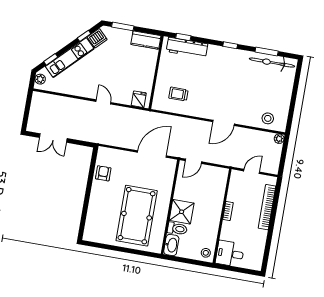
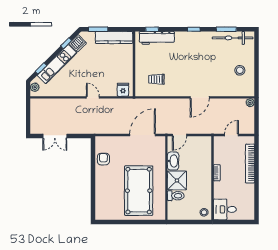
kitchen counter: (146, 40) -> (114, 37), width x1.50
stool: (268, 118) -> (240, 70), moved
washbasin: (171, 245) -> (173, 161), moved

